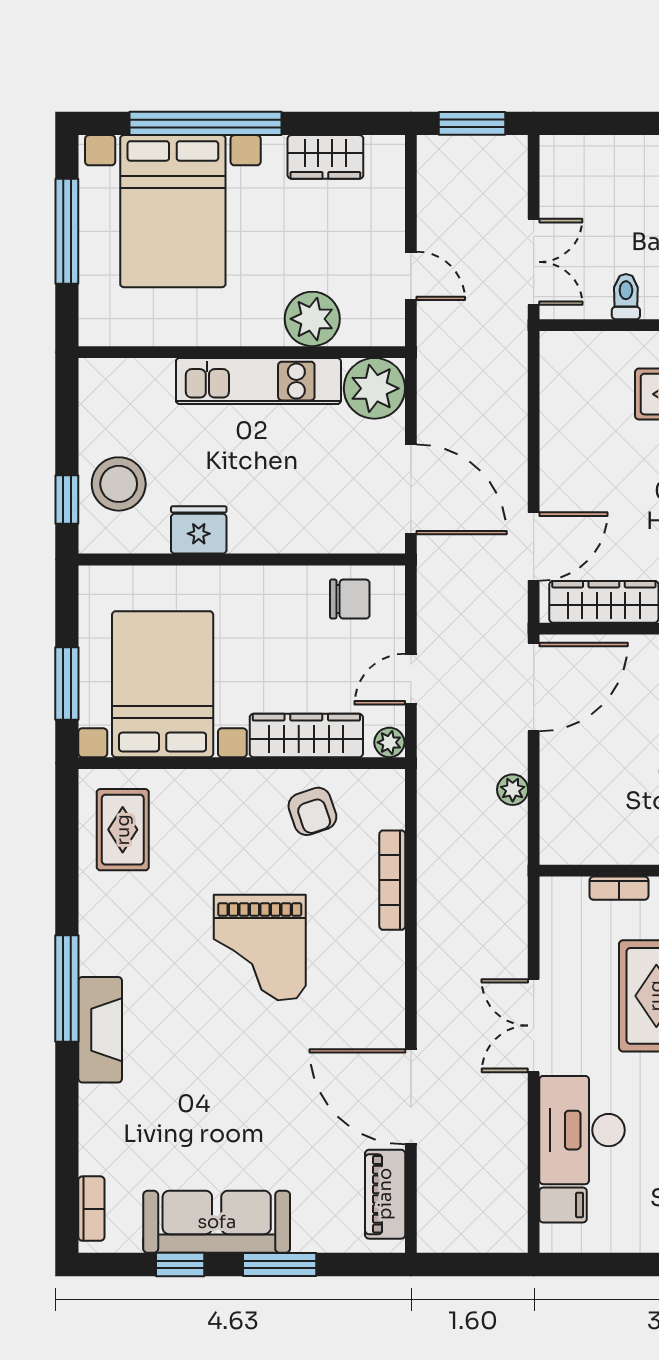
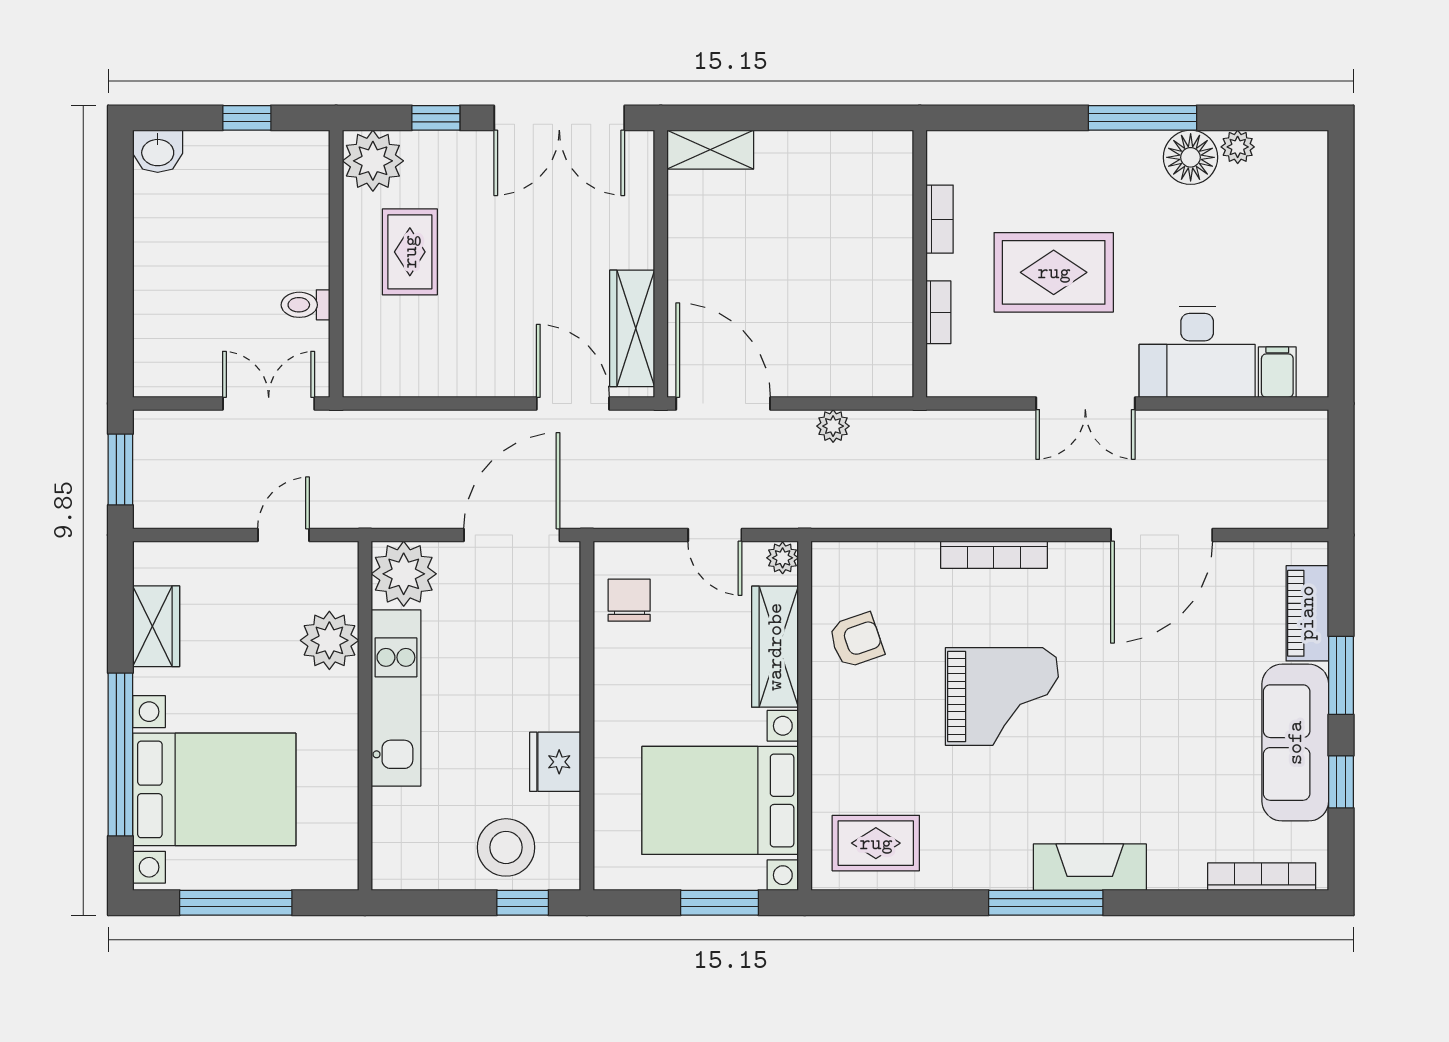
bookcase: (392, 880) -> (994, 555), moved
piano: (385, 1194) -> (1307, 613), moved, turned 90
bookcase: (91, 1209) -> (1262, 877), width x1.56

